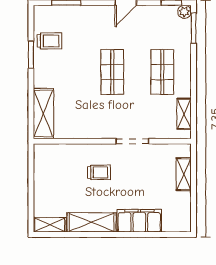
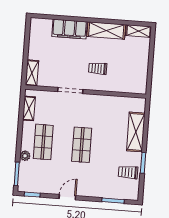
plant: (184, 12) -> (25, 156), moved
shelving: (43, 113) -> (136, 132), moved
shelving: (184, 174) -> (32, 73), moved

